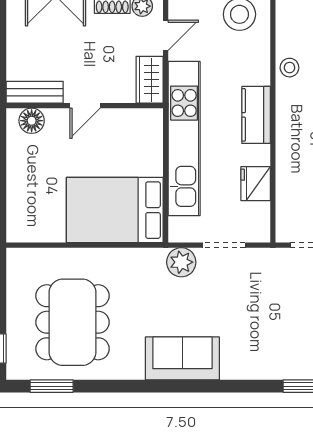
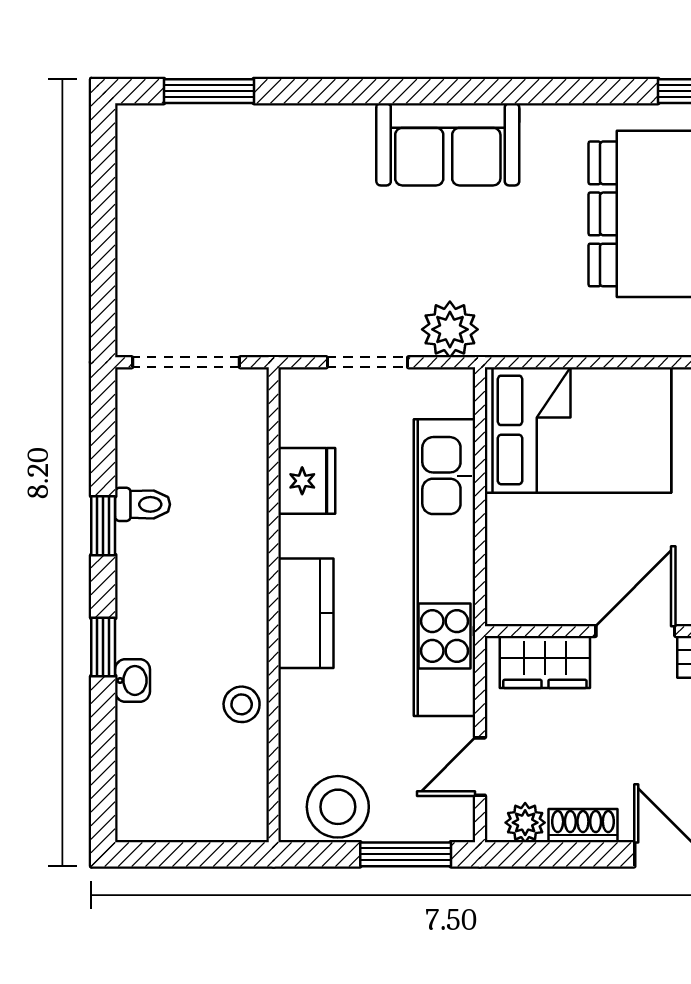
wardrobe: (150, 80) -> (545, 662), moved, turned 90
door: (85, 106) -> (635, 631), width x1.38

